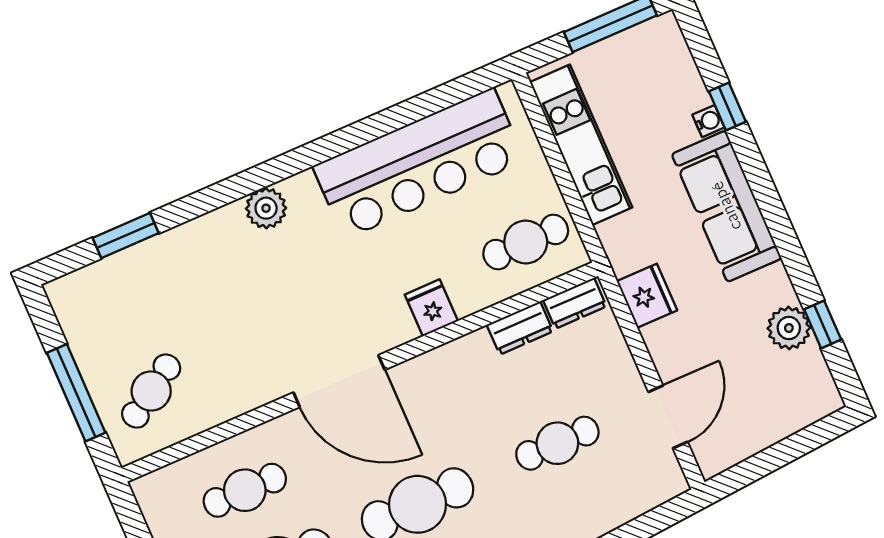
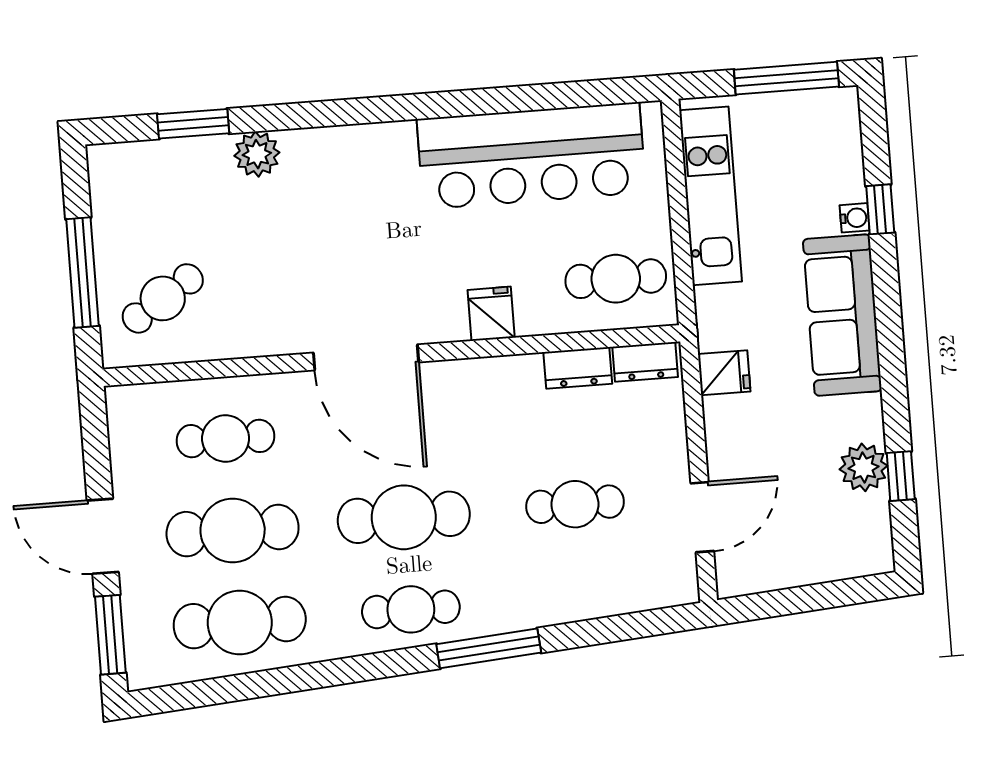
plant: (266, 208) -> (257, 154), moved
fridge: (647, 296) -> (724, 373), width x0.72

